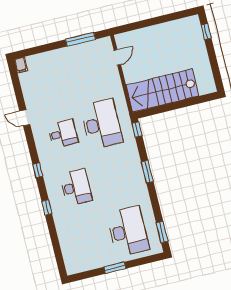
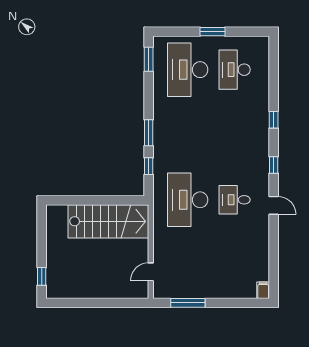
door: (25, 118) -> (274, 205), moved
window: (137, 129) -> (149, 166), moved
desk: (76, 187) -> (235, 70), moved

